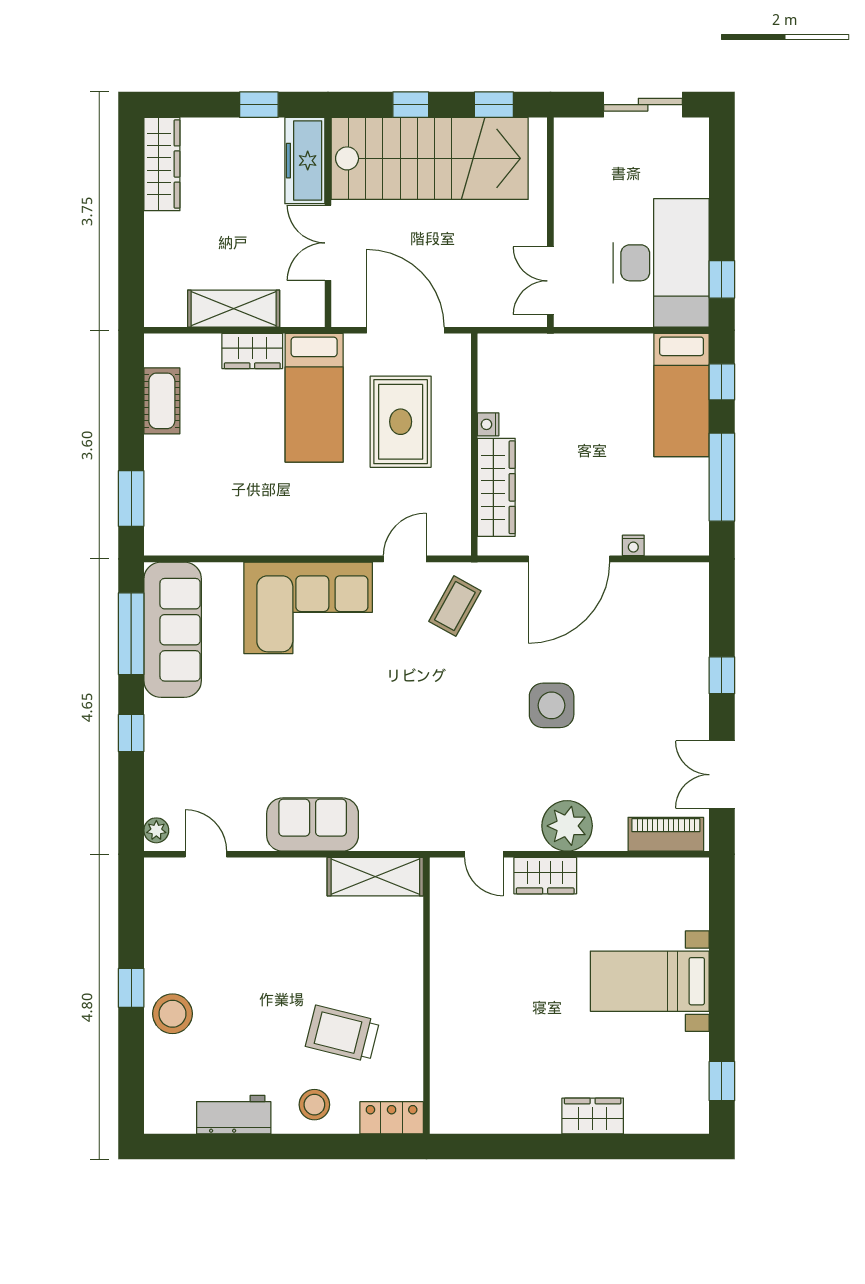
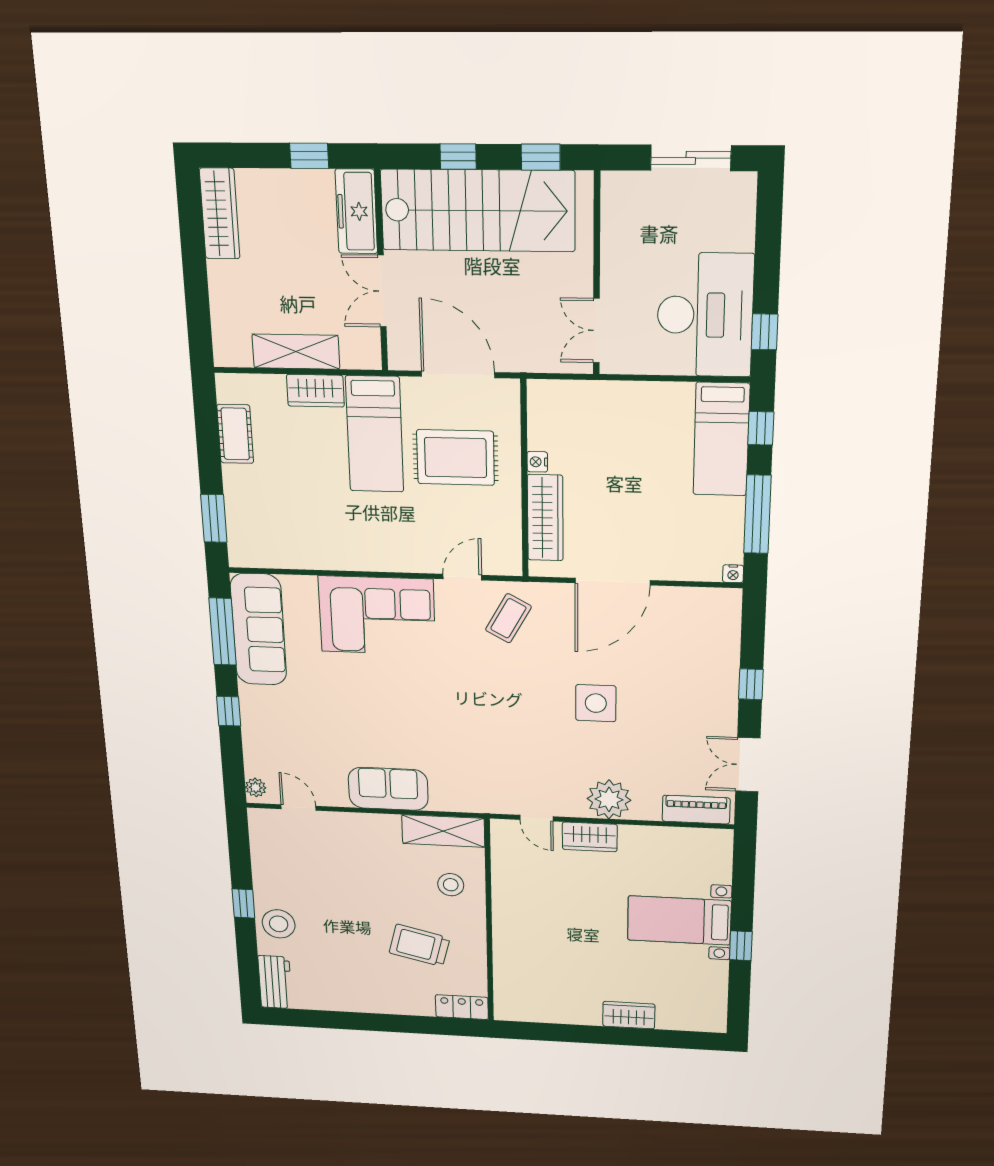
rug: (401, 422) -> (456, 458), turned 90
nightstand: (633, 545) -> (733, 574), moved
window: (722, 1081) -> (741, 946), moved
stool: (314, 1105) -> (451, 885), moved
workbench: (234, 1115) -> (275, 982), moved, turned 90

